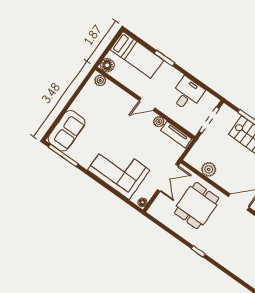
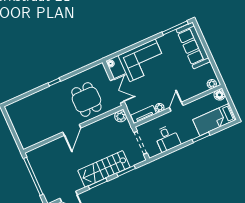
sofa: (67, 131) -> (193, 46), width x1.36
plant: (209, 169) -> (120, 116), moved
double door: (168, 178) -> (117, 91), swing flipped

